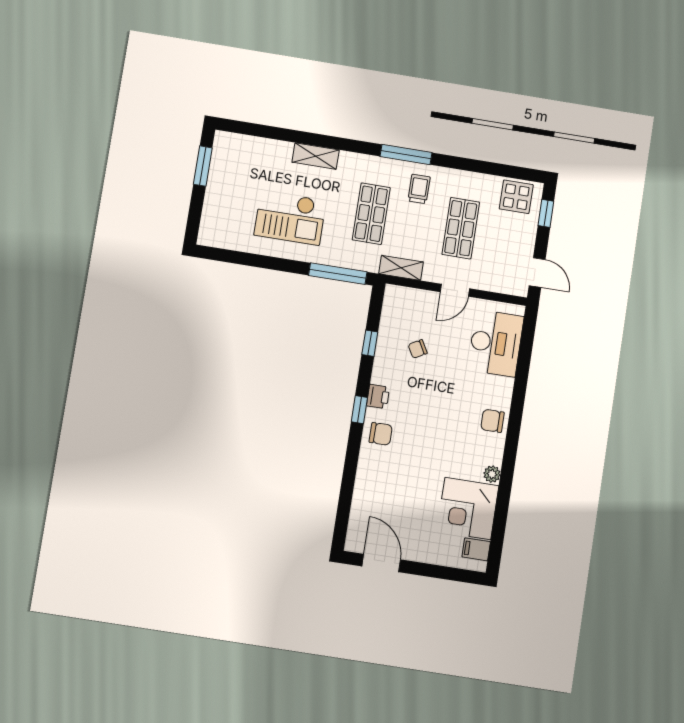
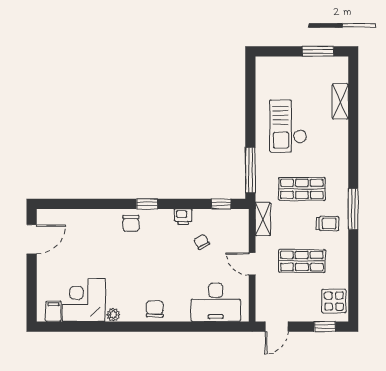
shelving: (316, 156) -> (340, 101), moved
window: (370, 343) -> (221, 204), moved
printer: (378, 396) -> (183, 217), moved

